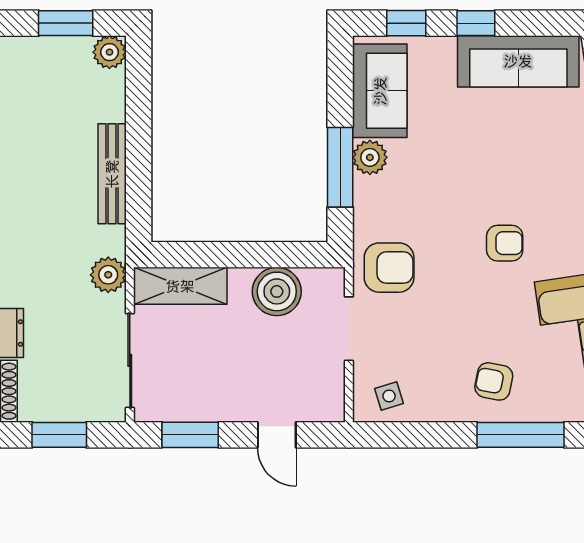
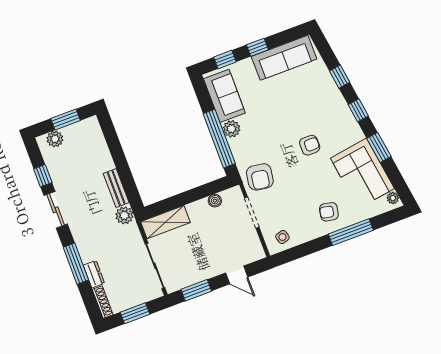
plant: (109, 52) -> (55, 139), moved
window: (340, 167) -> (219, 139), width x1.46
bench: (112, 174) -> (116, 188), width x0.73
armchair: (389, 268) -> (260, 177), turned 99
plant: (108, 275) -> (124, 215), moved
boiler: (277, 291) -> (215, 201), width x0.54, depth x0.54

